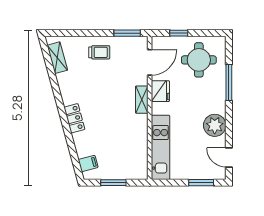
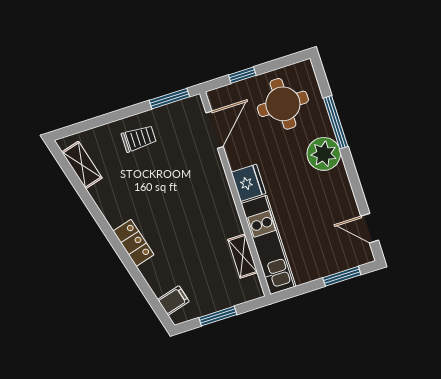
fridge: (160, 91) -> (248, 183), moved
shelving: (142, 100) -> (243, 256), moved
plant: (215, 125) -> (324, 154), moved

